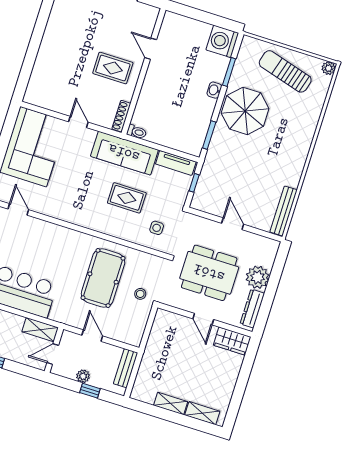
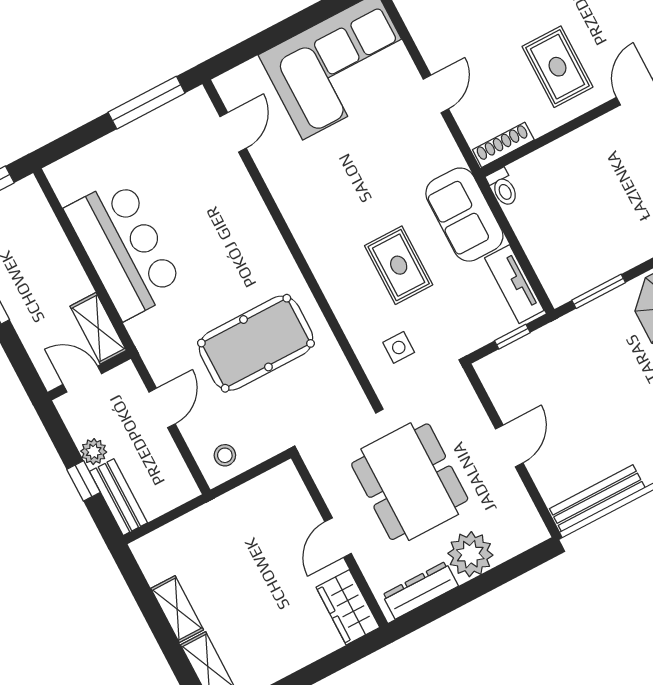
sofa: (124, 153) -> (464, 215), width x0.73
stool: (140, 294) -> (225, 455), moved
bench: (126, 368) -> (118, 497), moved, turned 90

